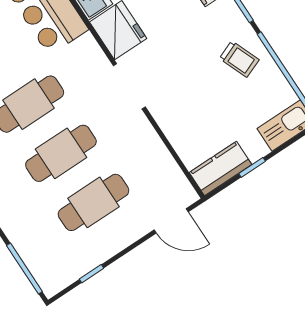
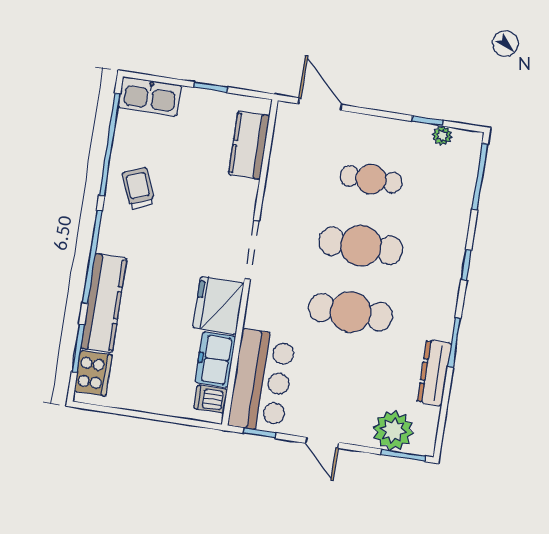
kitchen counter: (221, 169) -> (249, 145), moved, turned 90
cafe table: (93, 202) -> (371, 179), width x0.73, depth x0.74
plant: (73, 273) -> (442, 136), added

